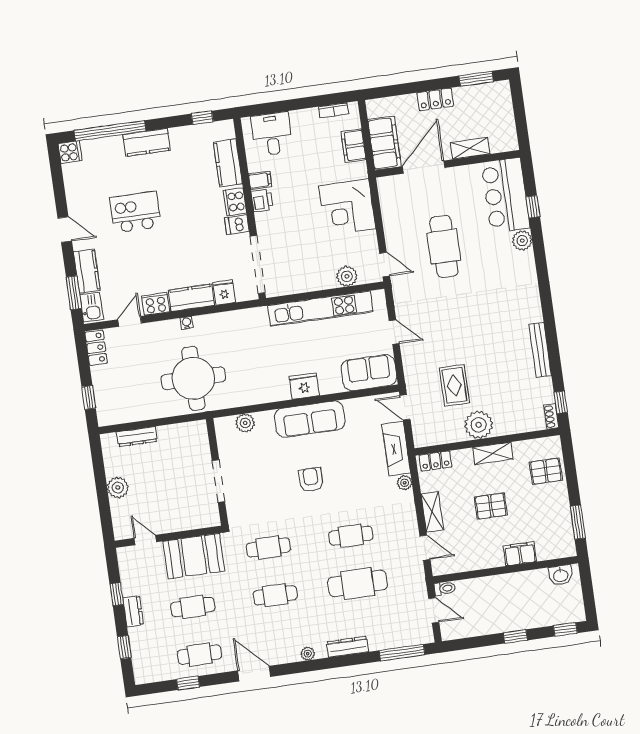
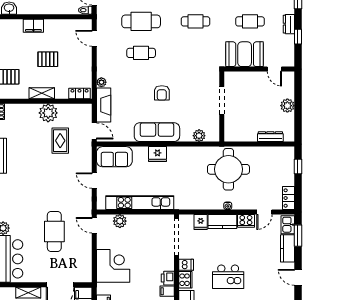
kitchen island: (135, 212) -> (228, 277), moved
shelving: (432, 512) -> (86, 61), removed
cafe table: (268, 547) -> (196, 53), removed

